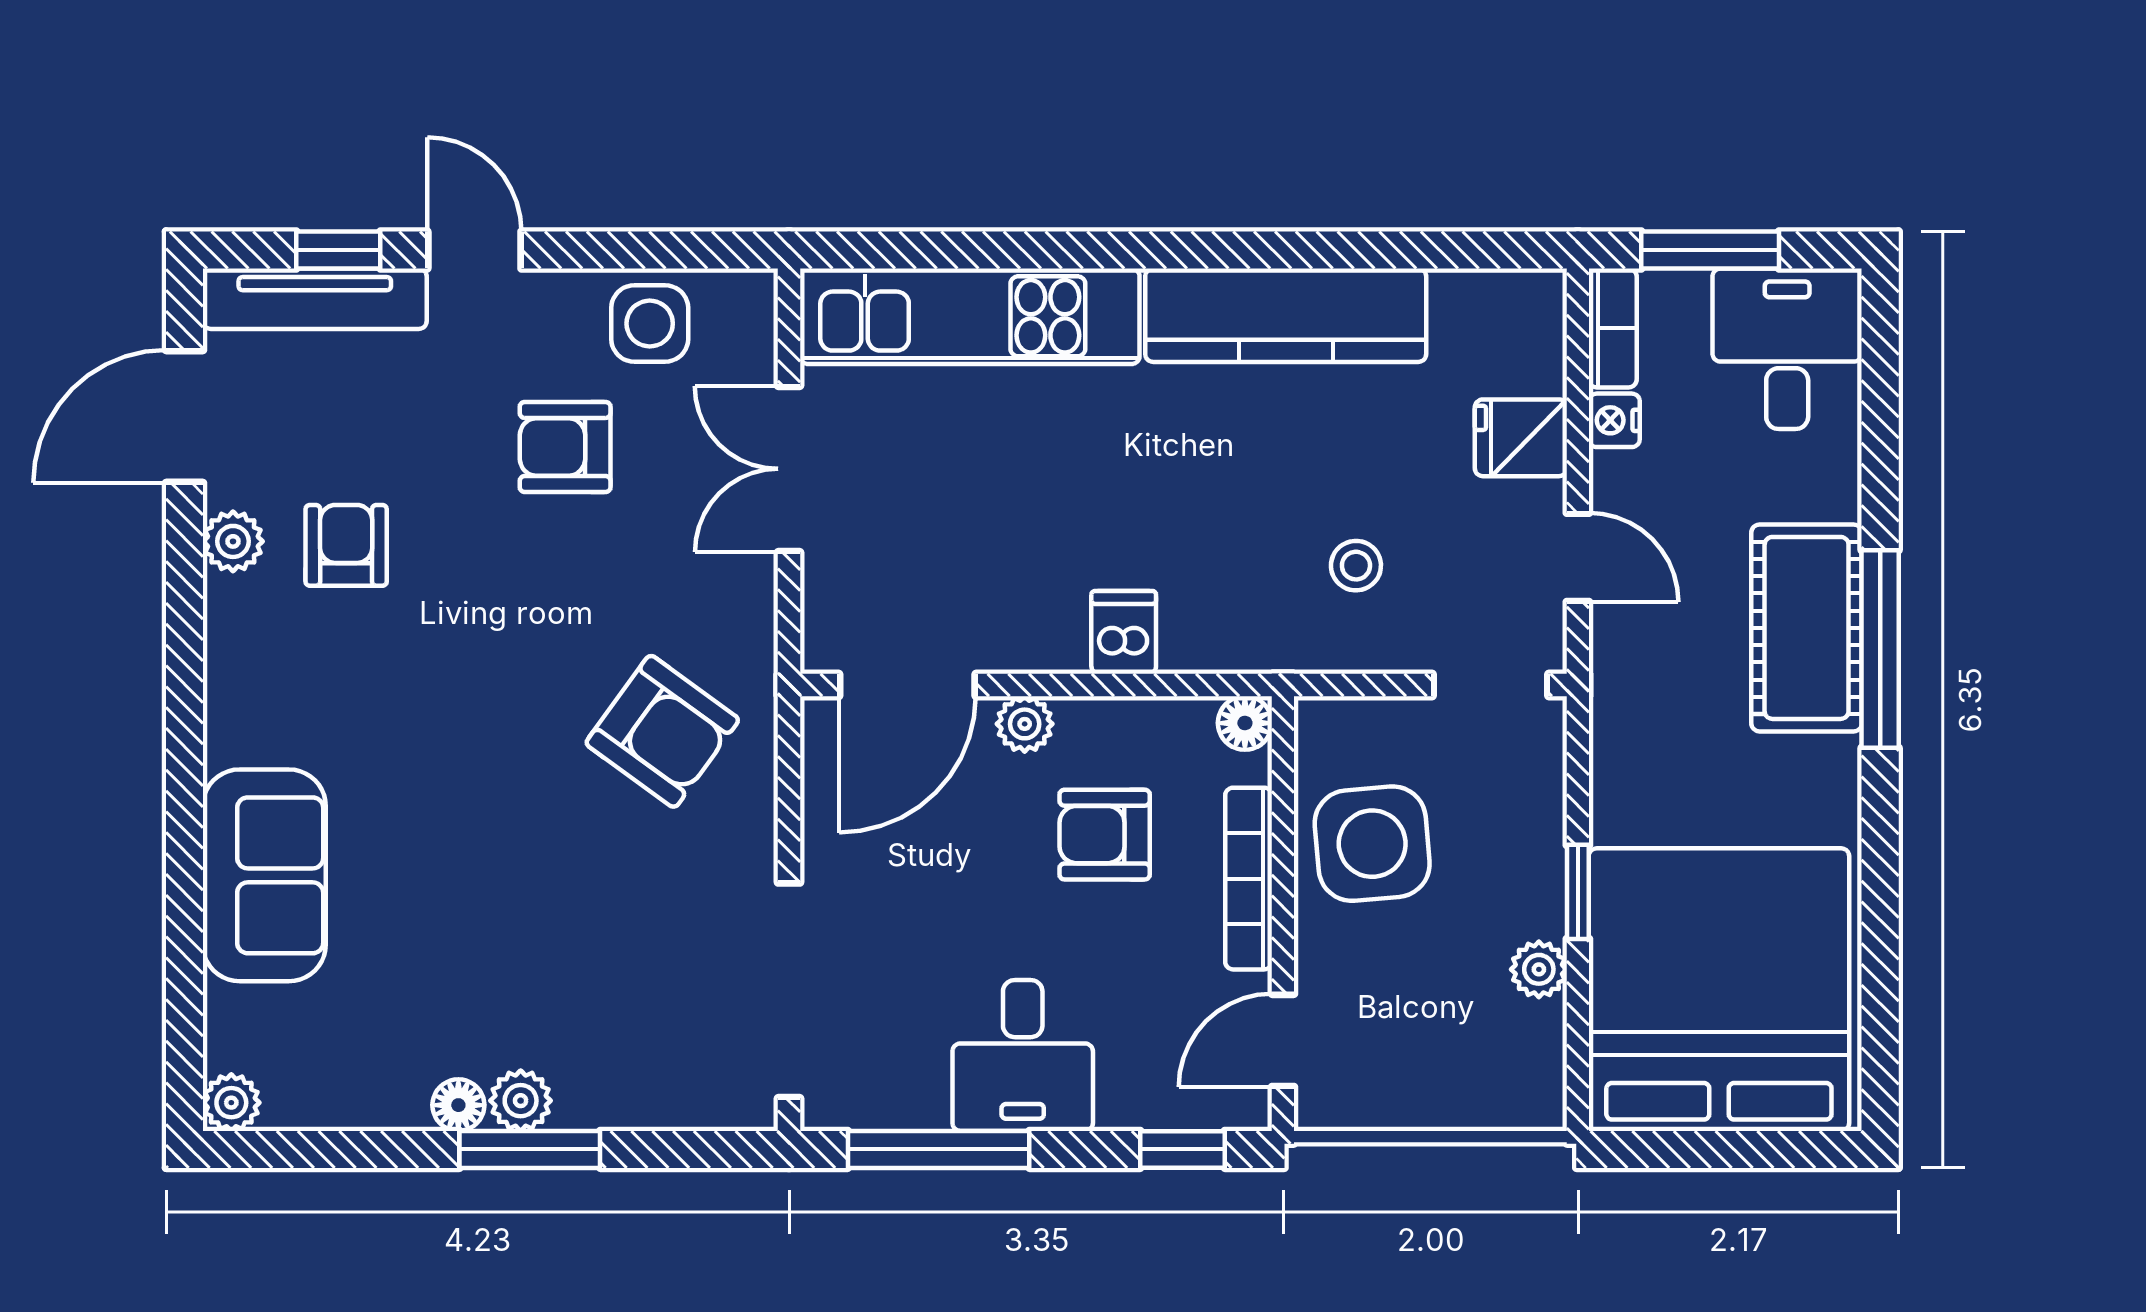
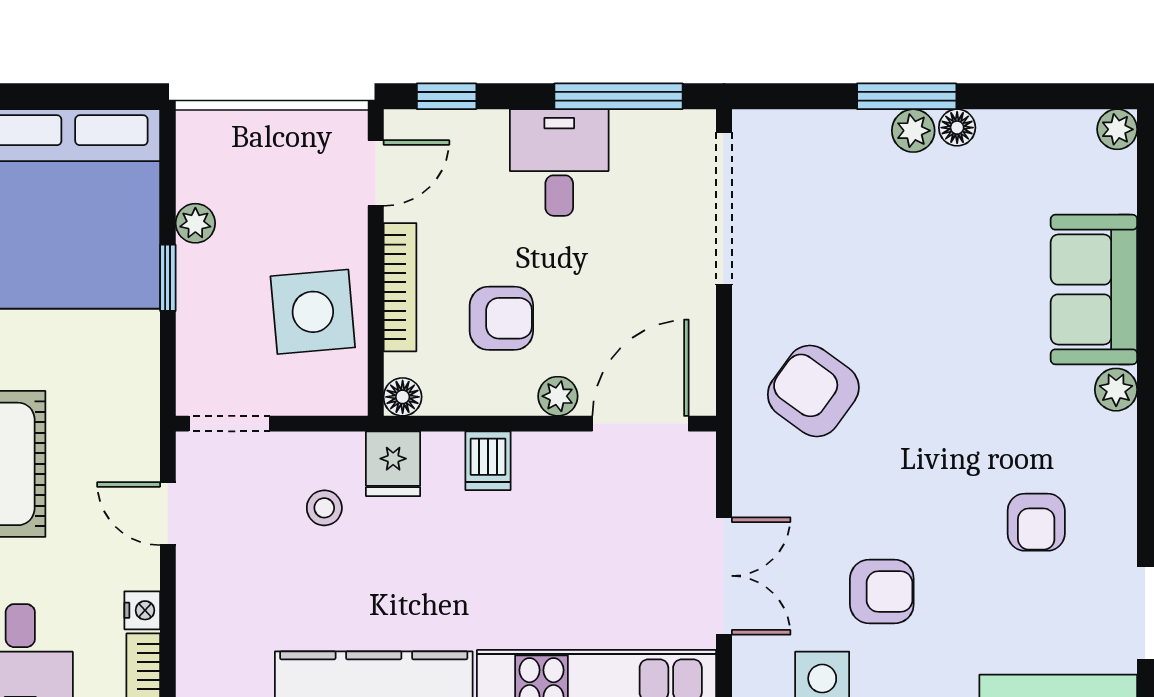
fridge: (1521, 438) -> (393, 464), moved, turned 90
plant: (233, 541) -> (1116, 390), moved

